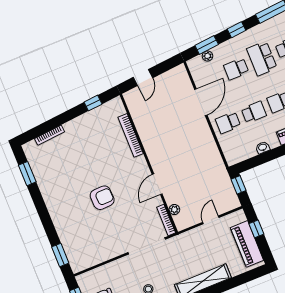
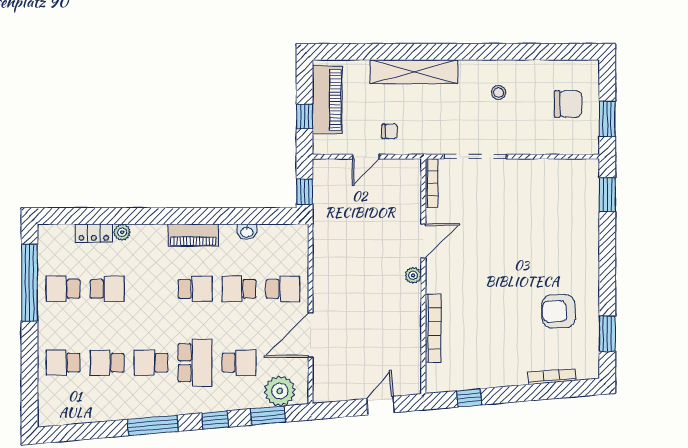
plant: (208, 56) -> (280, 391), width x1.88, depth x1.88
armchair: (102, 198) -> (559, 311), moved
plant: (174, 210) -> (413, 275), moved
chair: (203, 240) -> (390, 131), added

